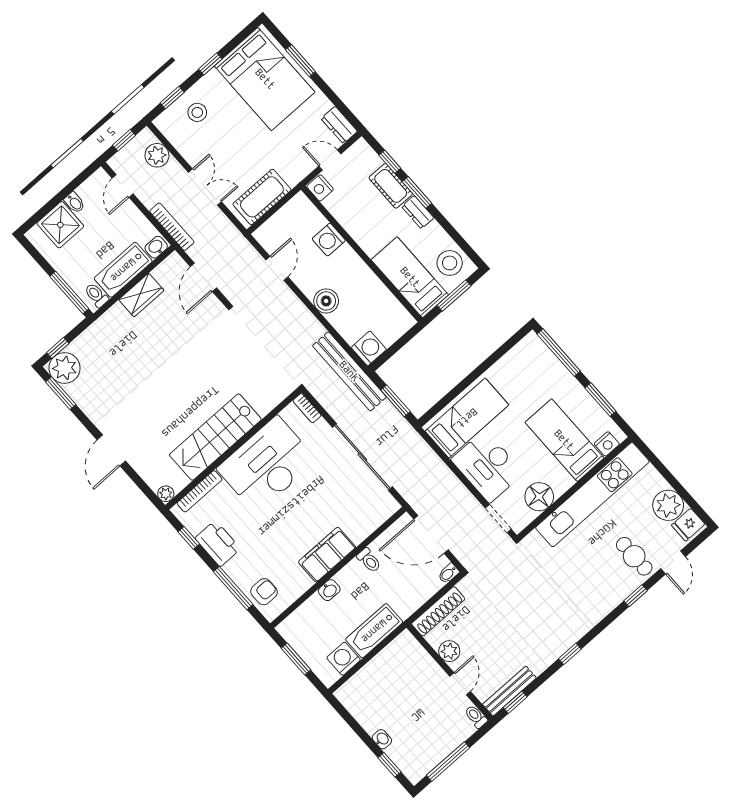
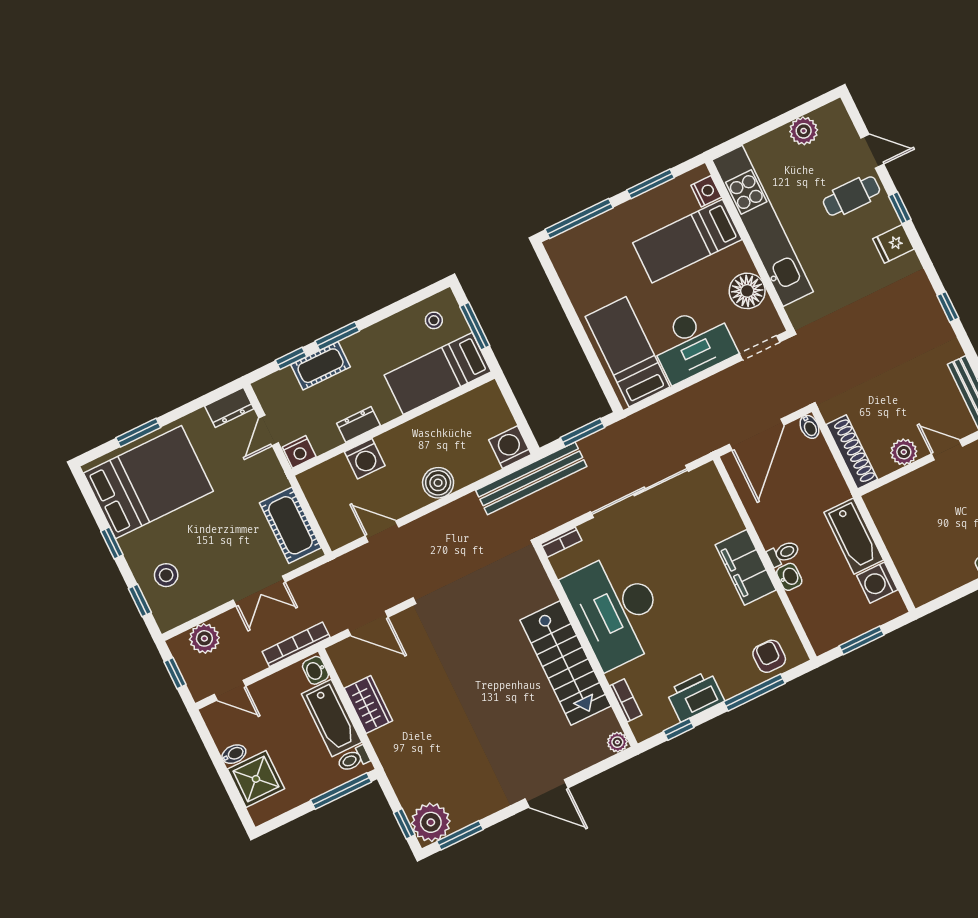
double door: (205, 187) -> (259, 591), swing flipped
dresser: (418, 212) -> (358, 424), moved, turned 180
stool: (450, 263) -> (434, 320), width x0.53, depth x0.53
bookcase: (200, 491) -> (626, 700), width x0.64
plant: (668, 505) -> (804, 131), width x0.73, depth x0.73
fridge: (688, 525) -> (893, 244), moved, turned 90
toilet: (369, 560) -> (783, 553), moved

